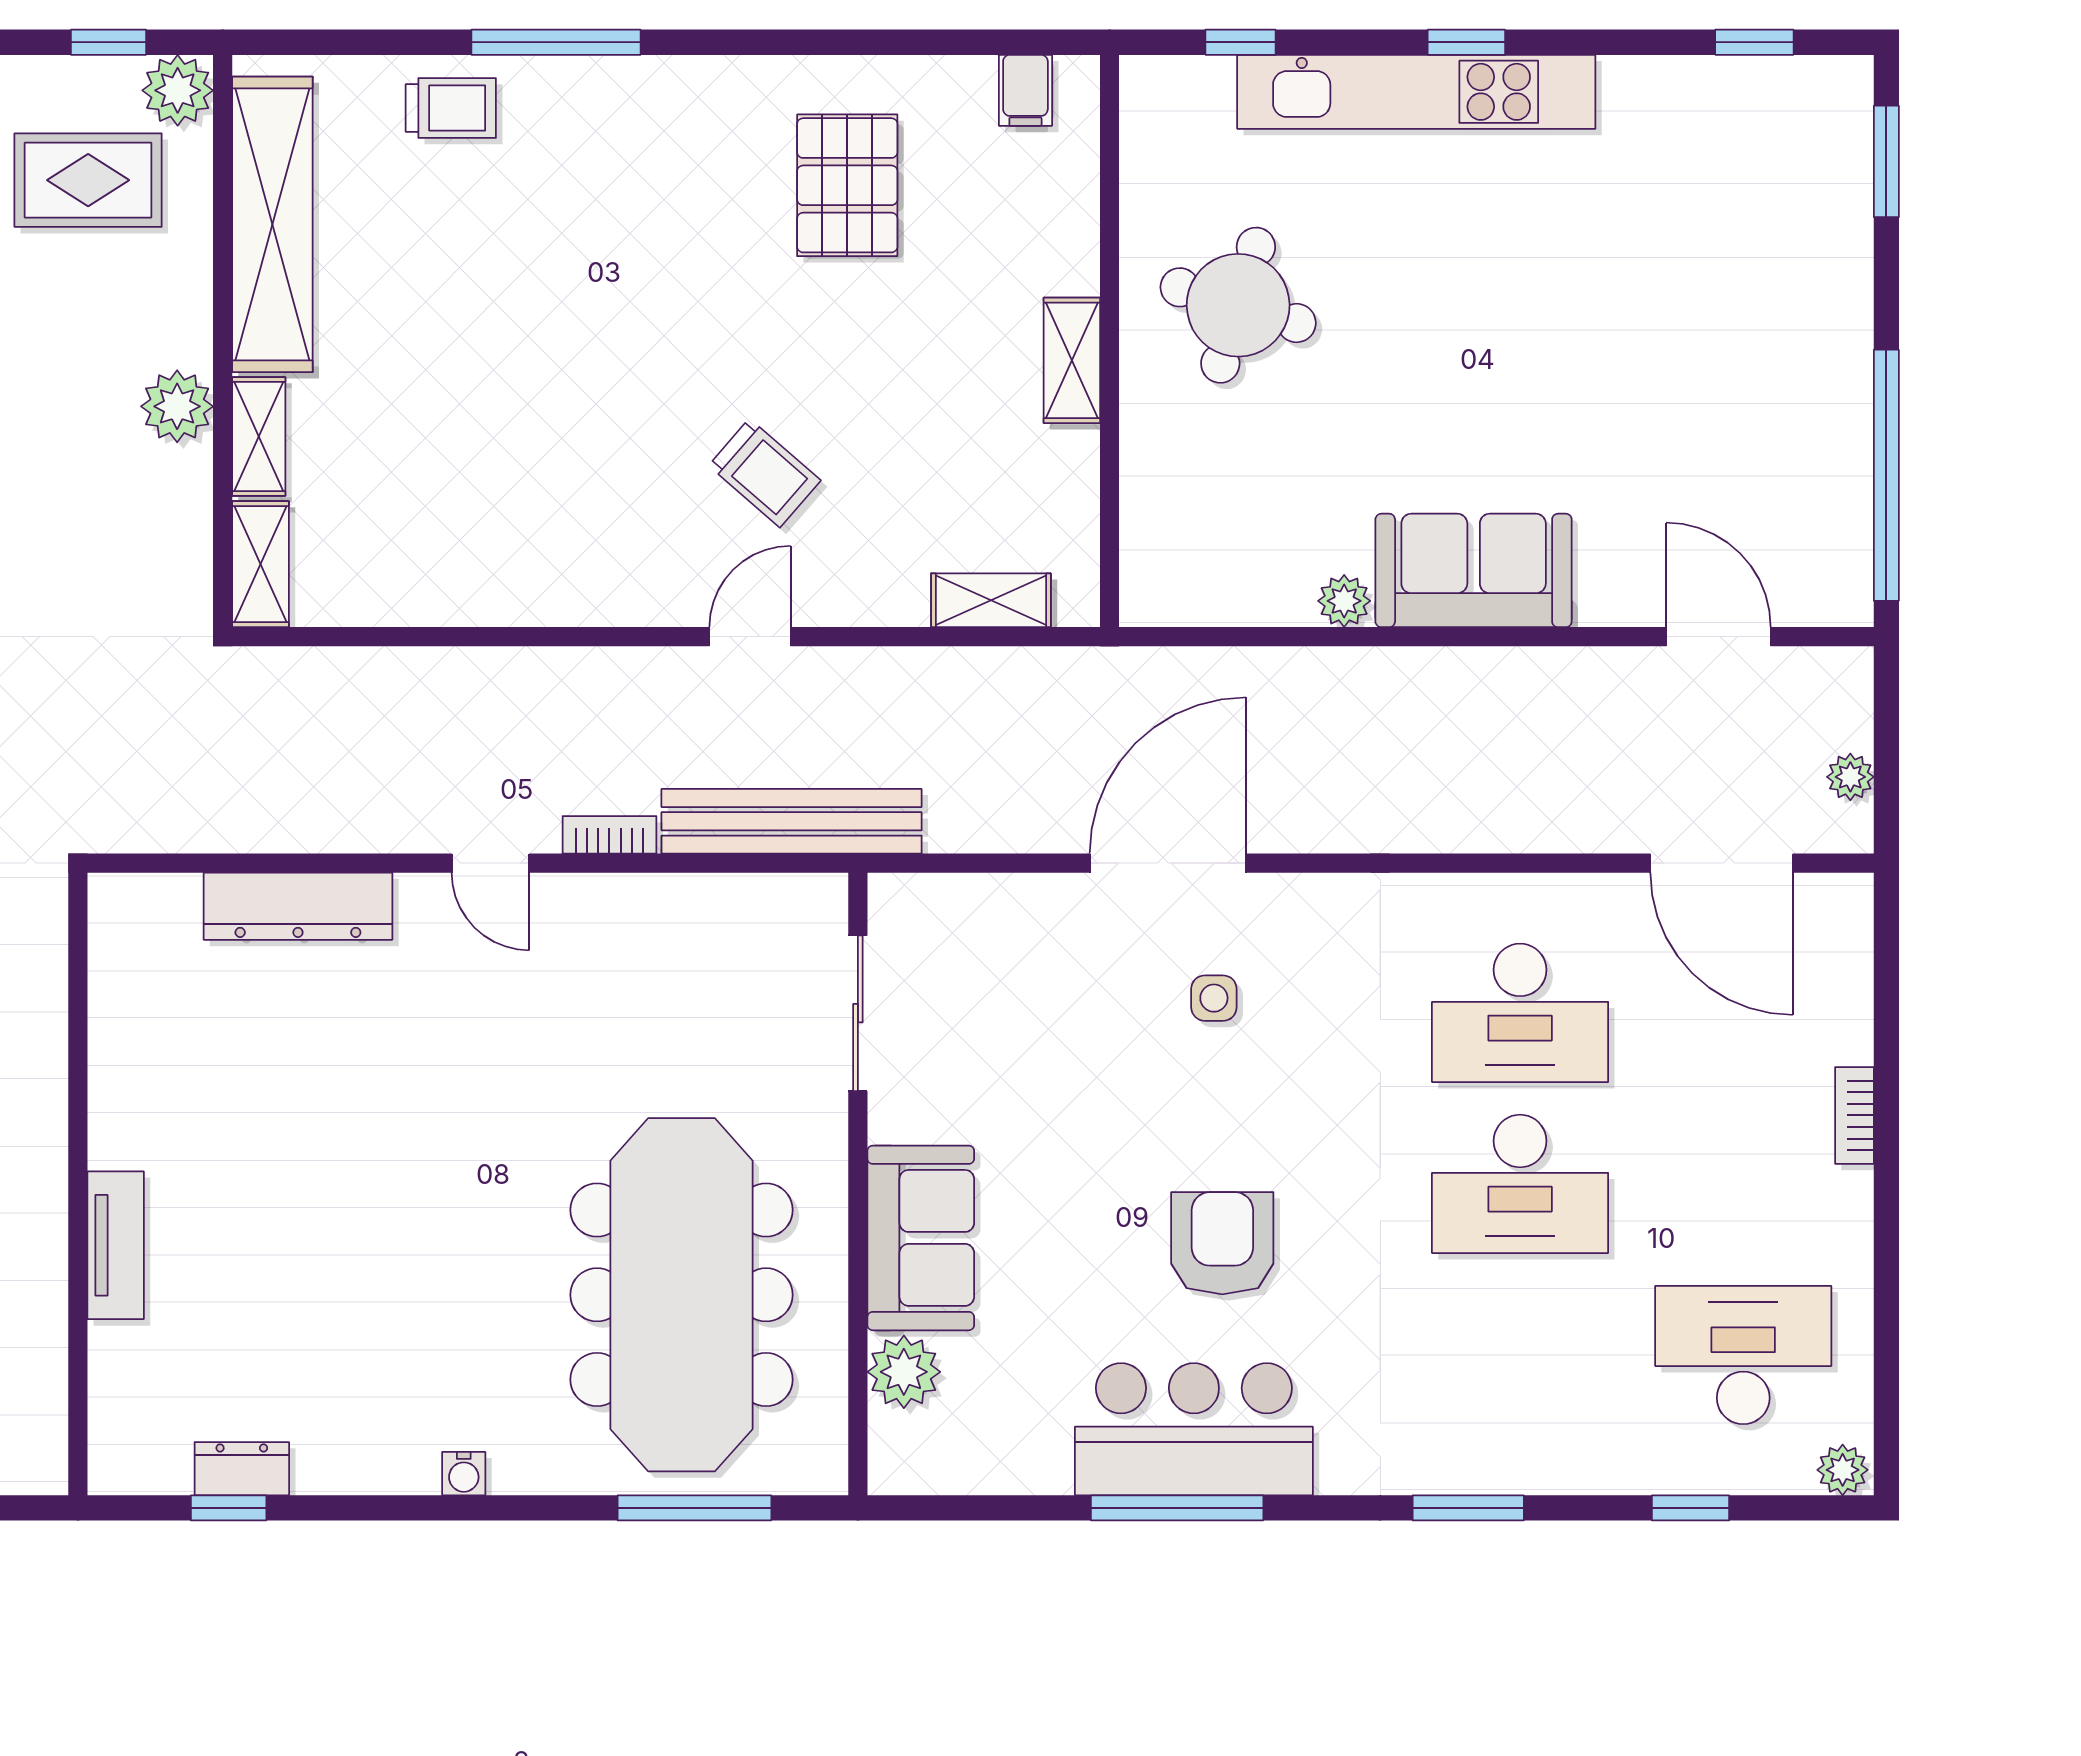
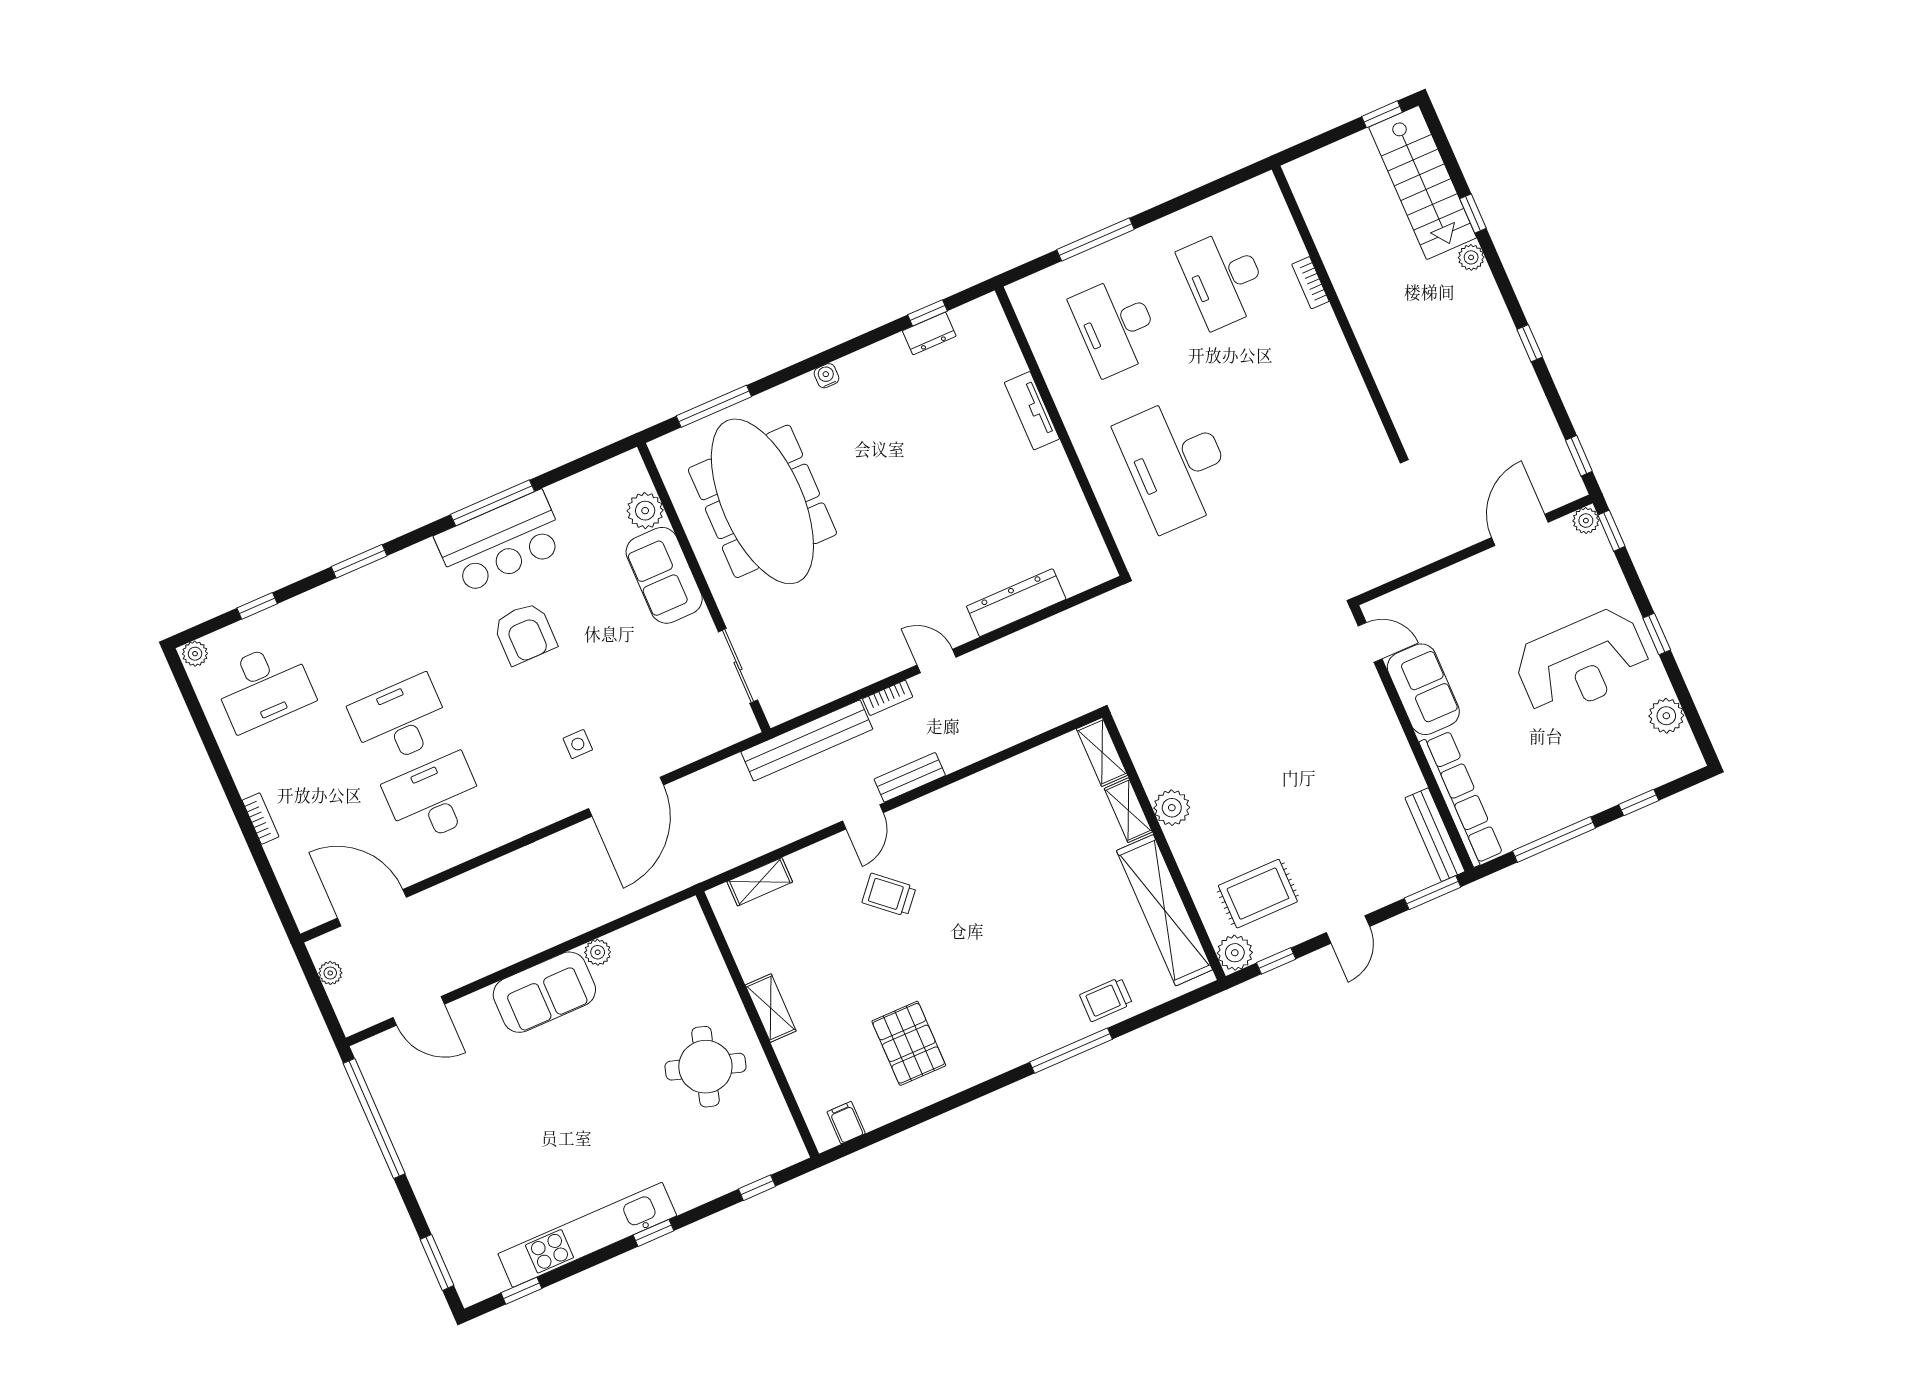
kitchen unit: (1416, 92) -> (587, 1235), moved
bench: (633, 672) -> (910, 777), added

